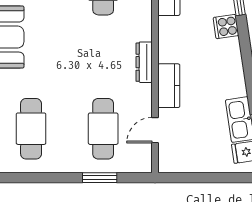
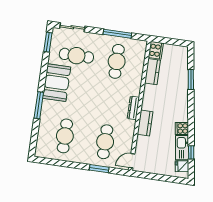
cooker: (226, 27) -> (182, 128), moved
door: (155, 130) -> (132, 161), moved

